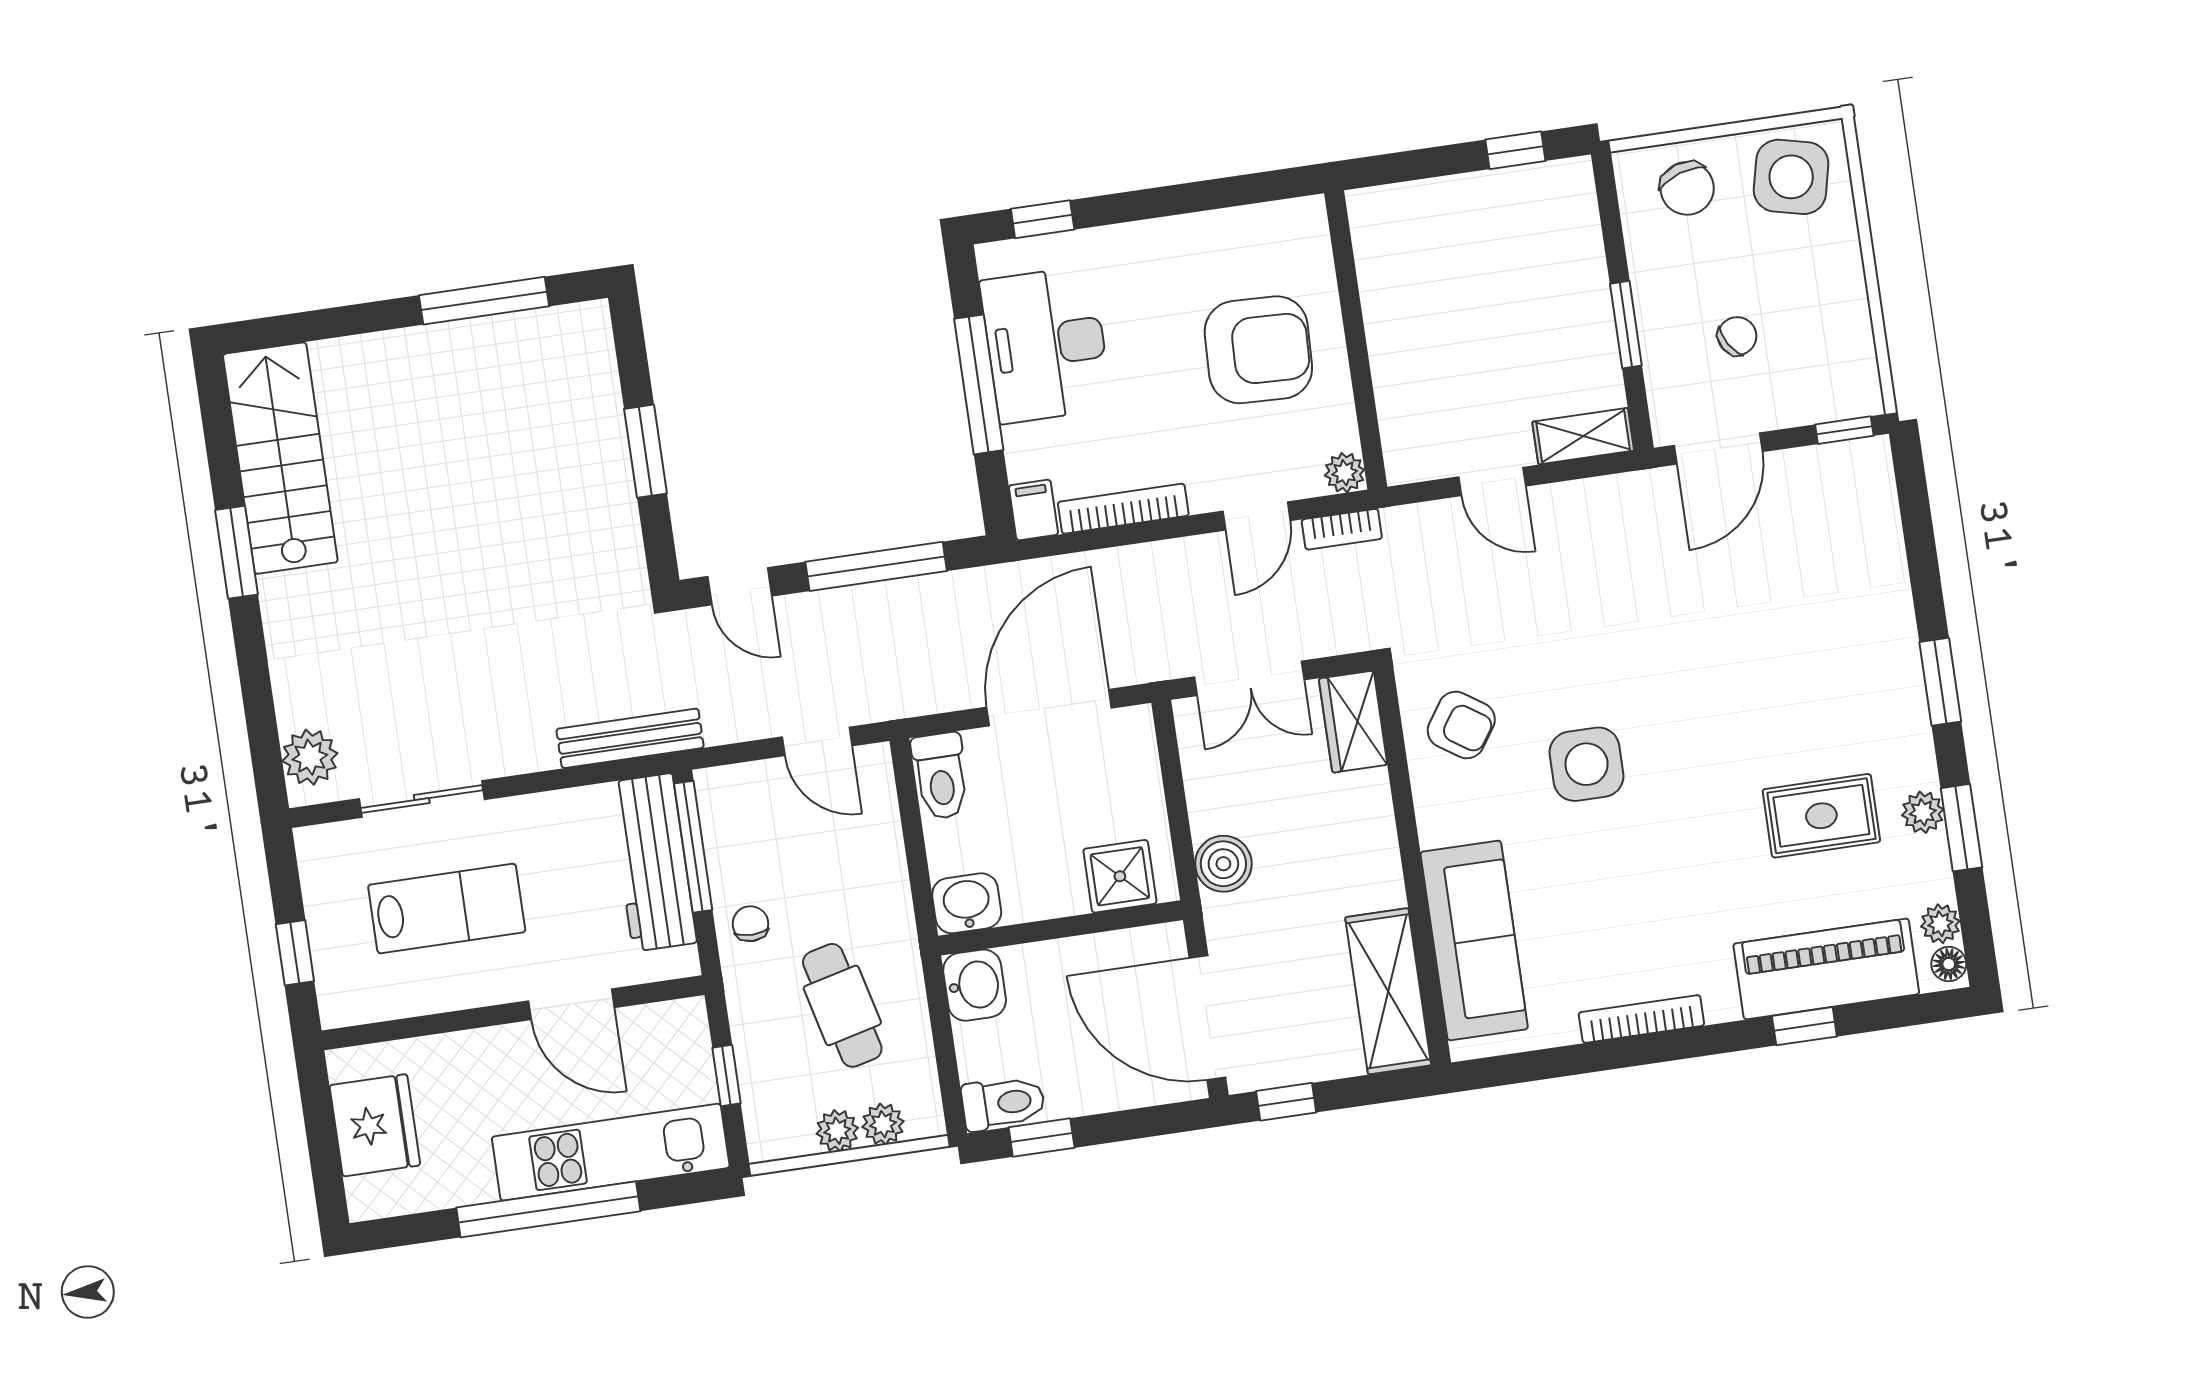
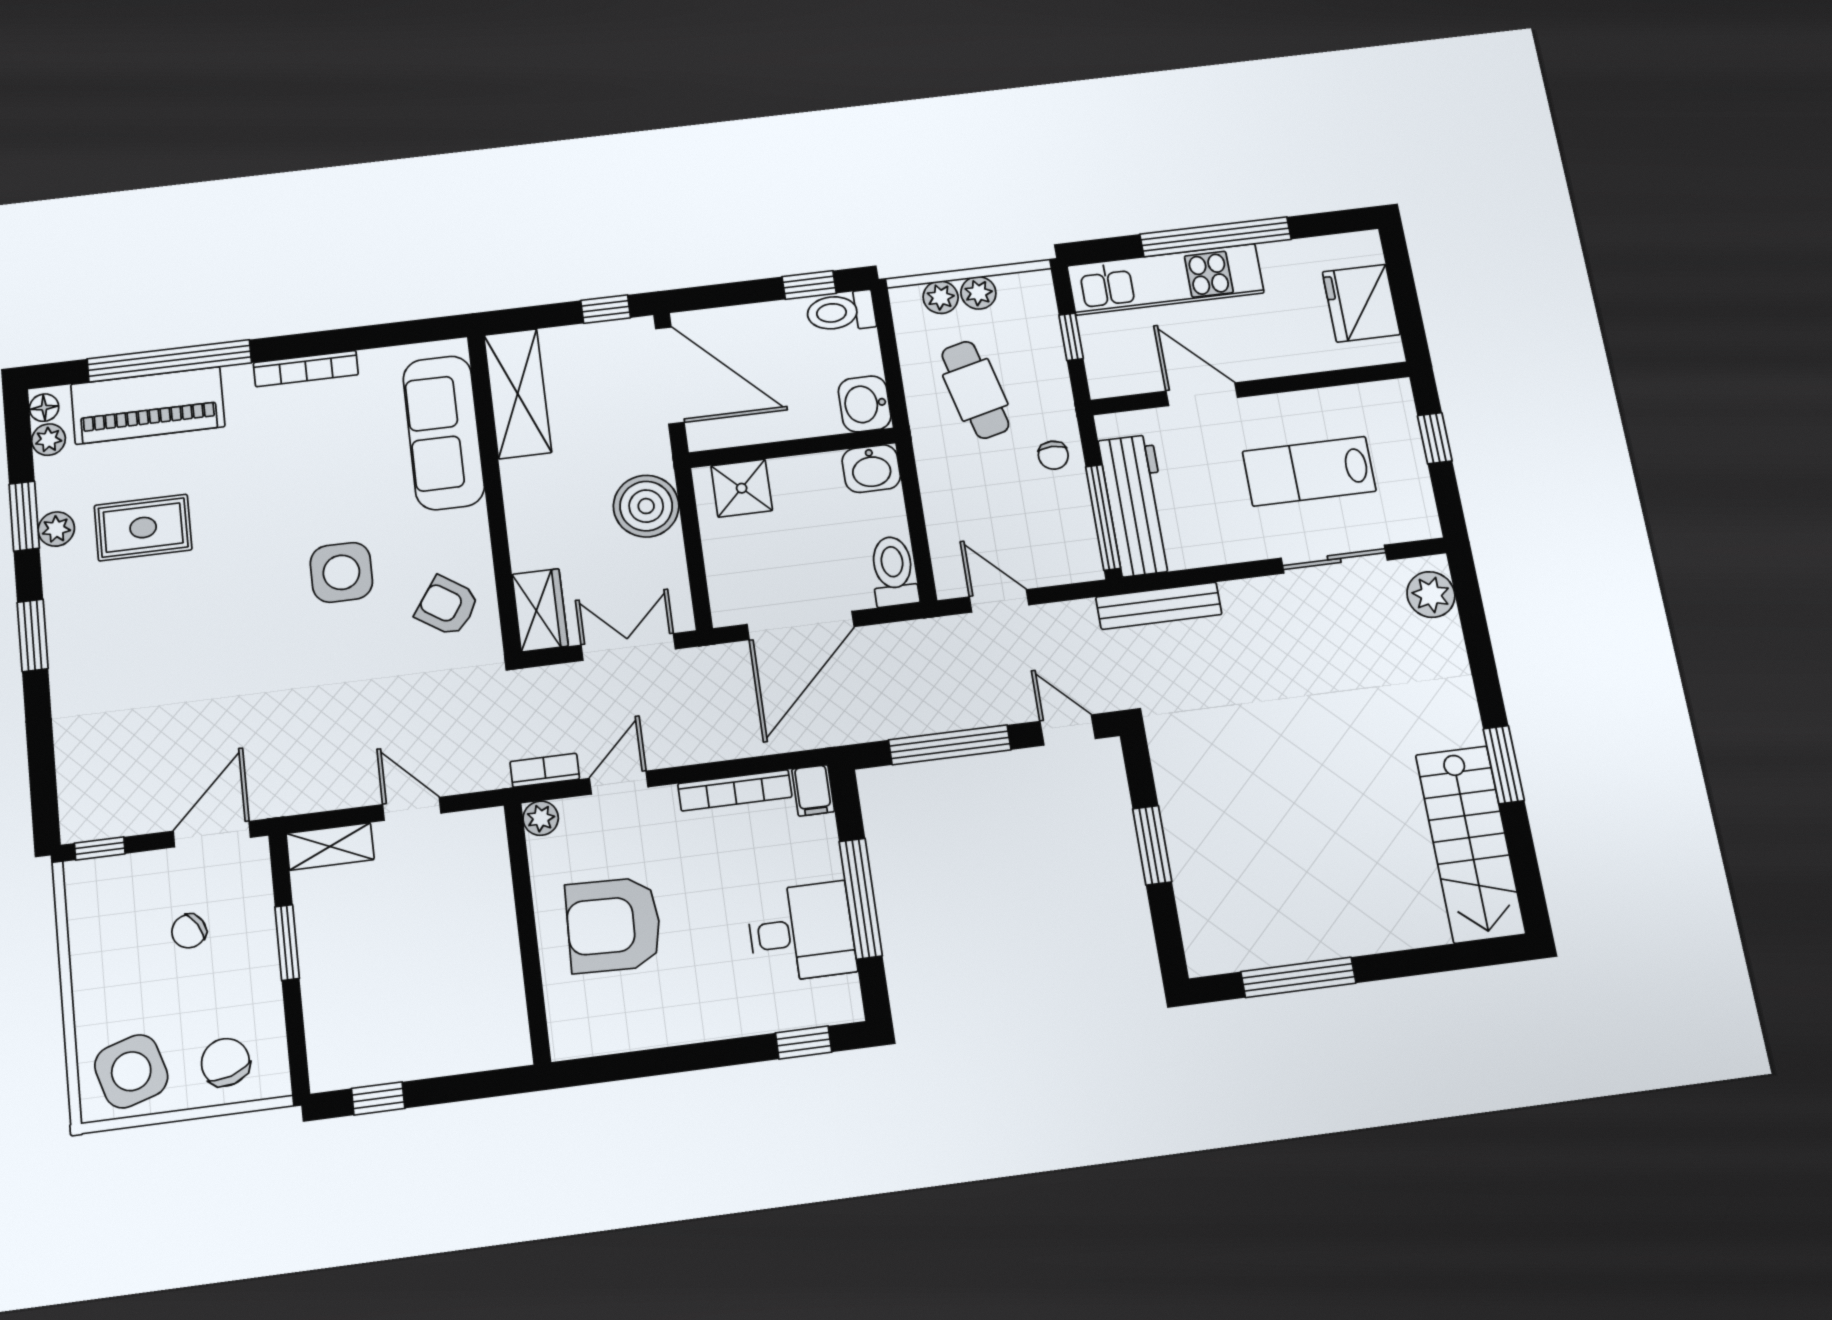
side table: (1791, 177) -> (131, 1071), turned -30
desk: (1046, 345) -> (801, 932), width x0.73
boiler: (1223, 864) -> (646, 506), width x1.37, depth x1.37
window: (1804, 1026) -> (169, 361), width x3.17

